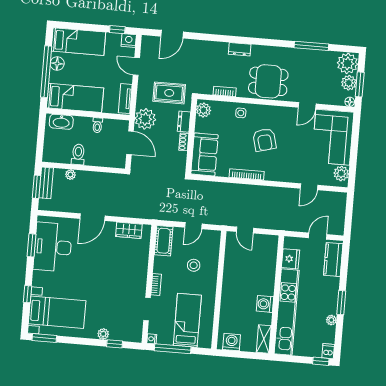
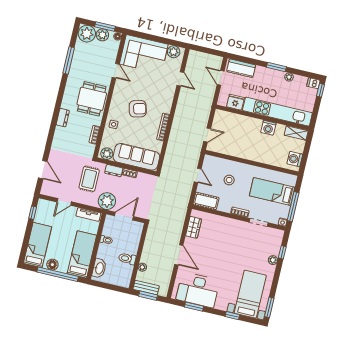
nightstand: (129, 40) -> (43, 205), removed
sofa: (204, 154) -> (136, 157), width x1.36

